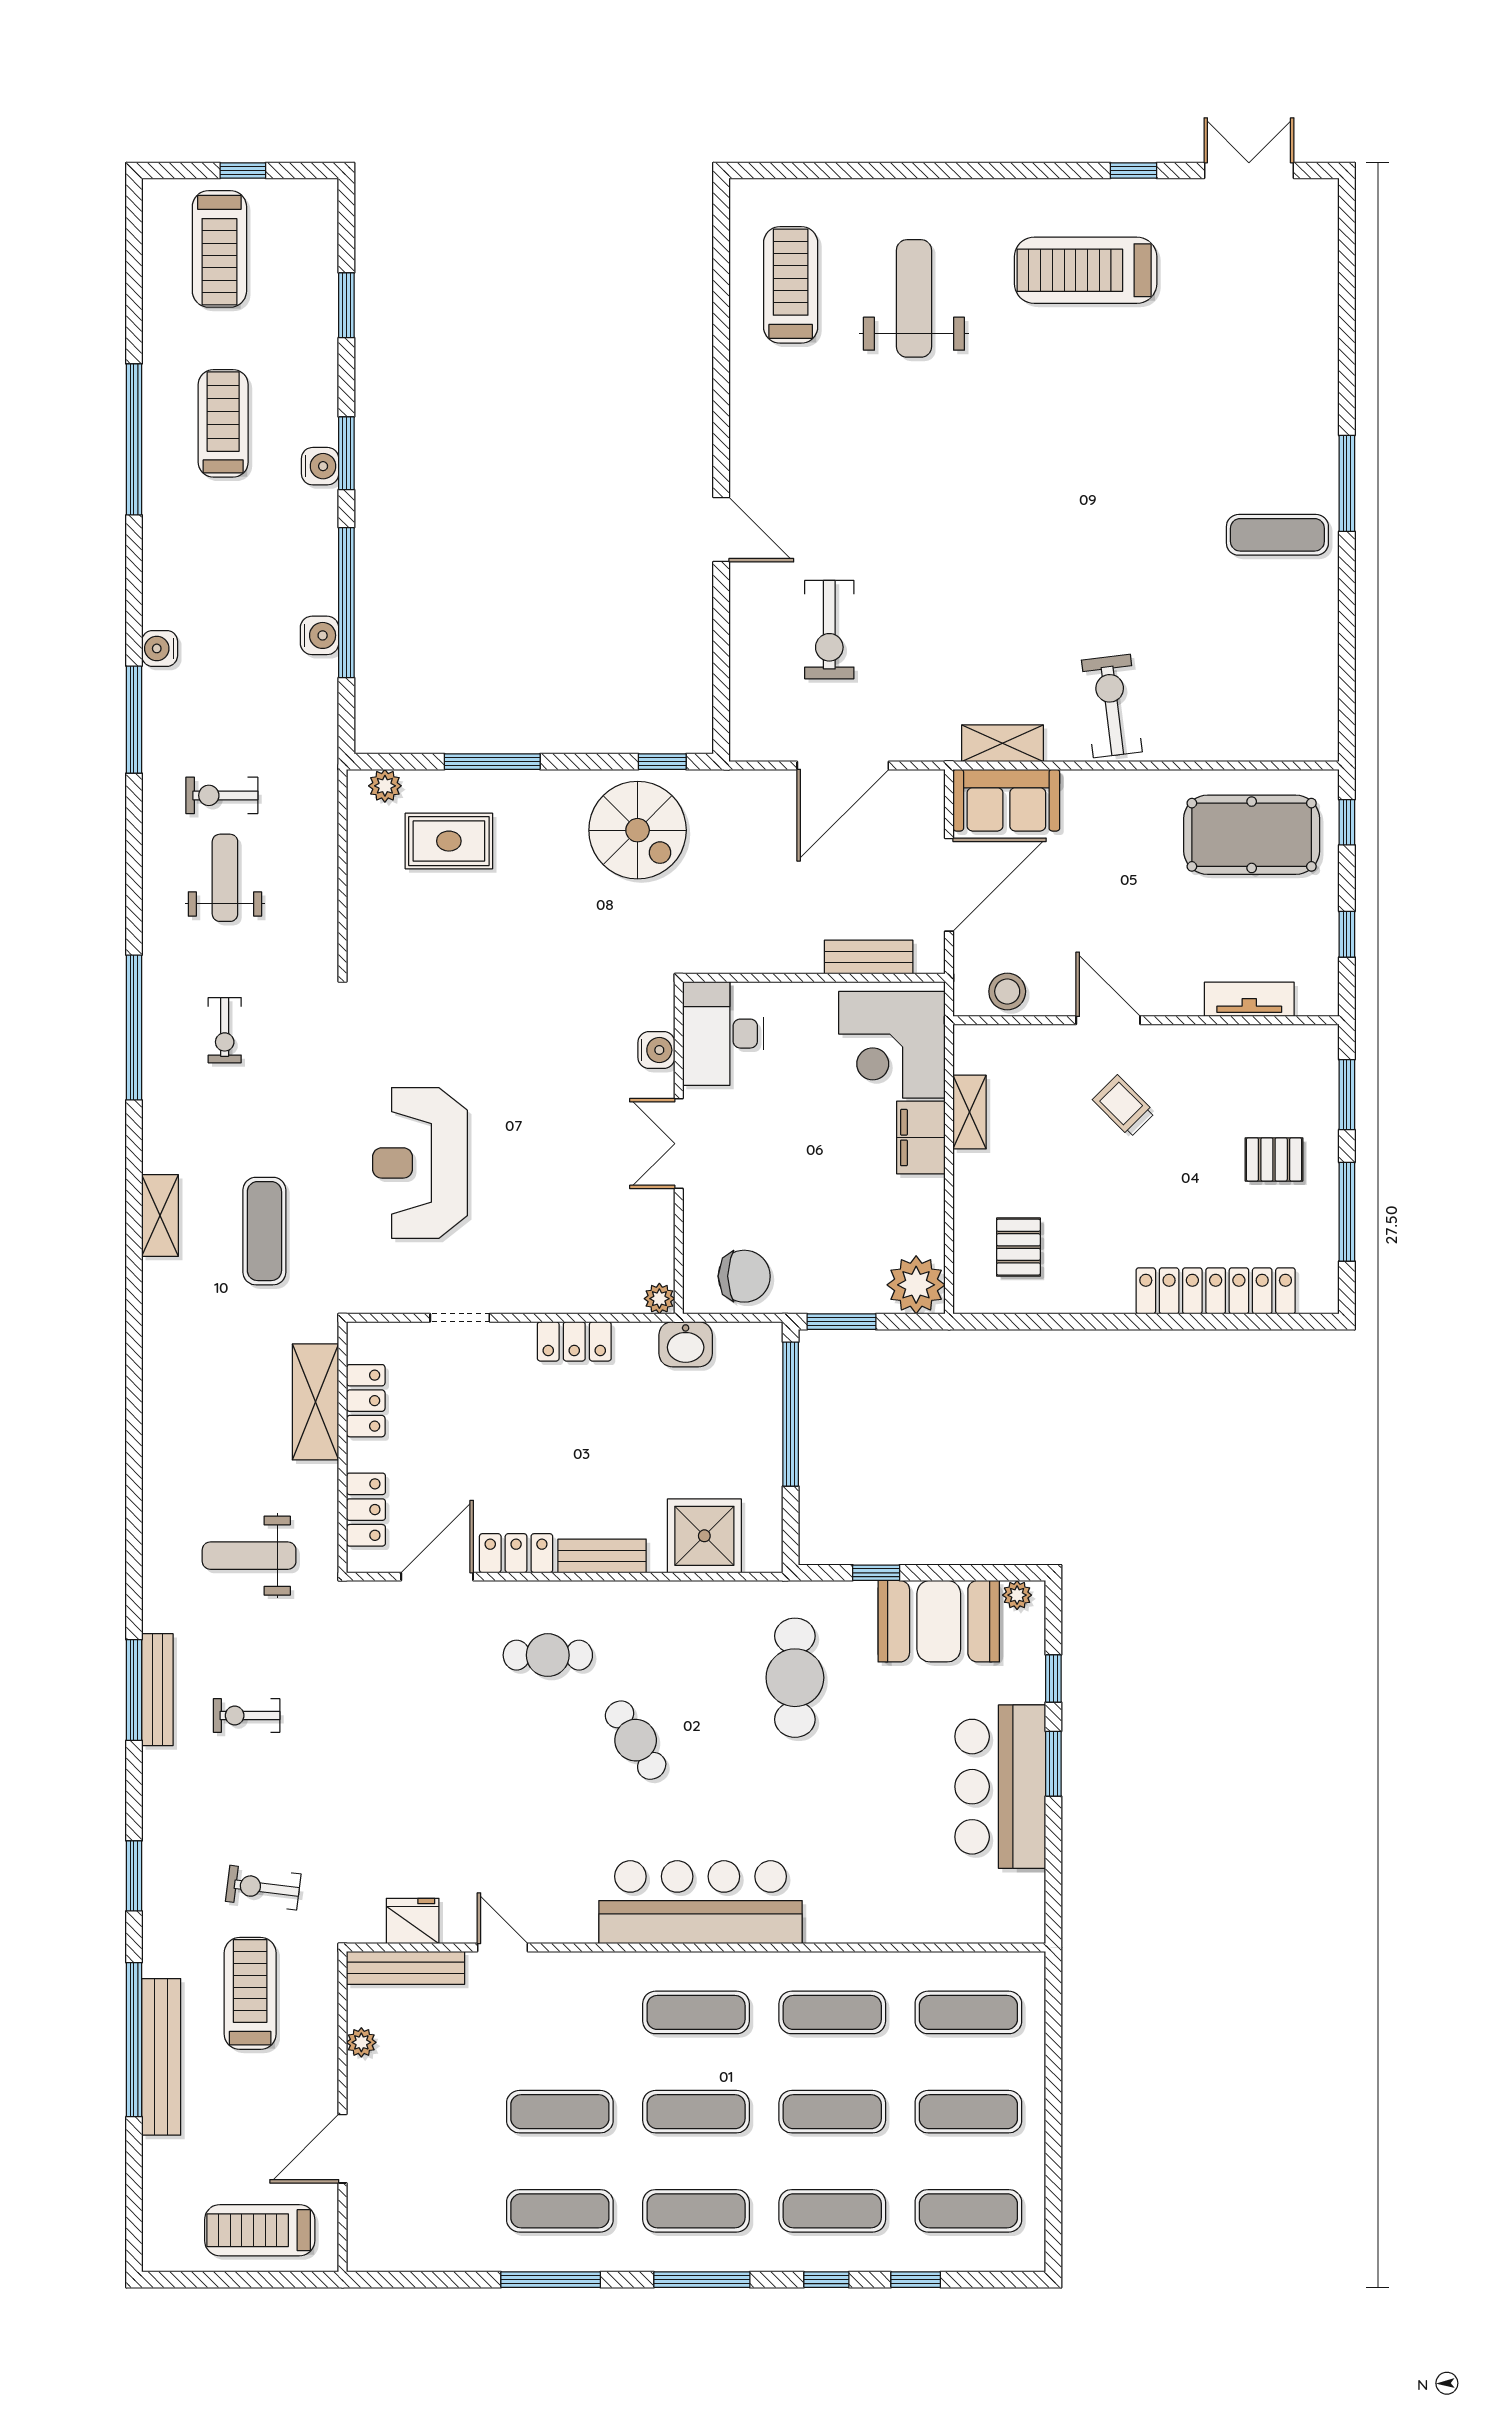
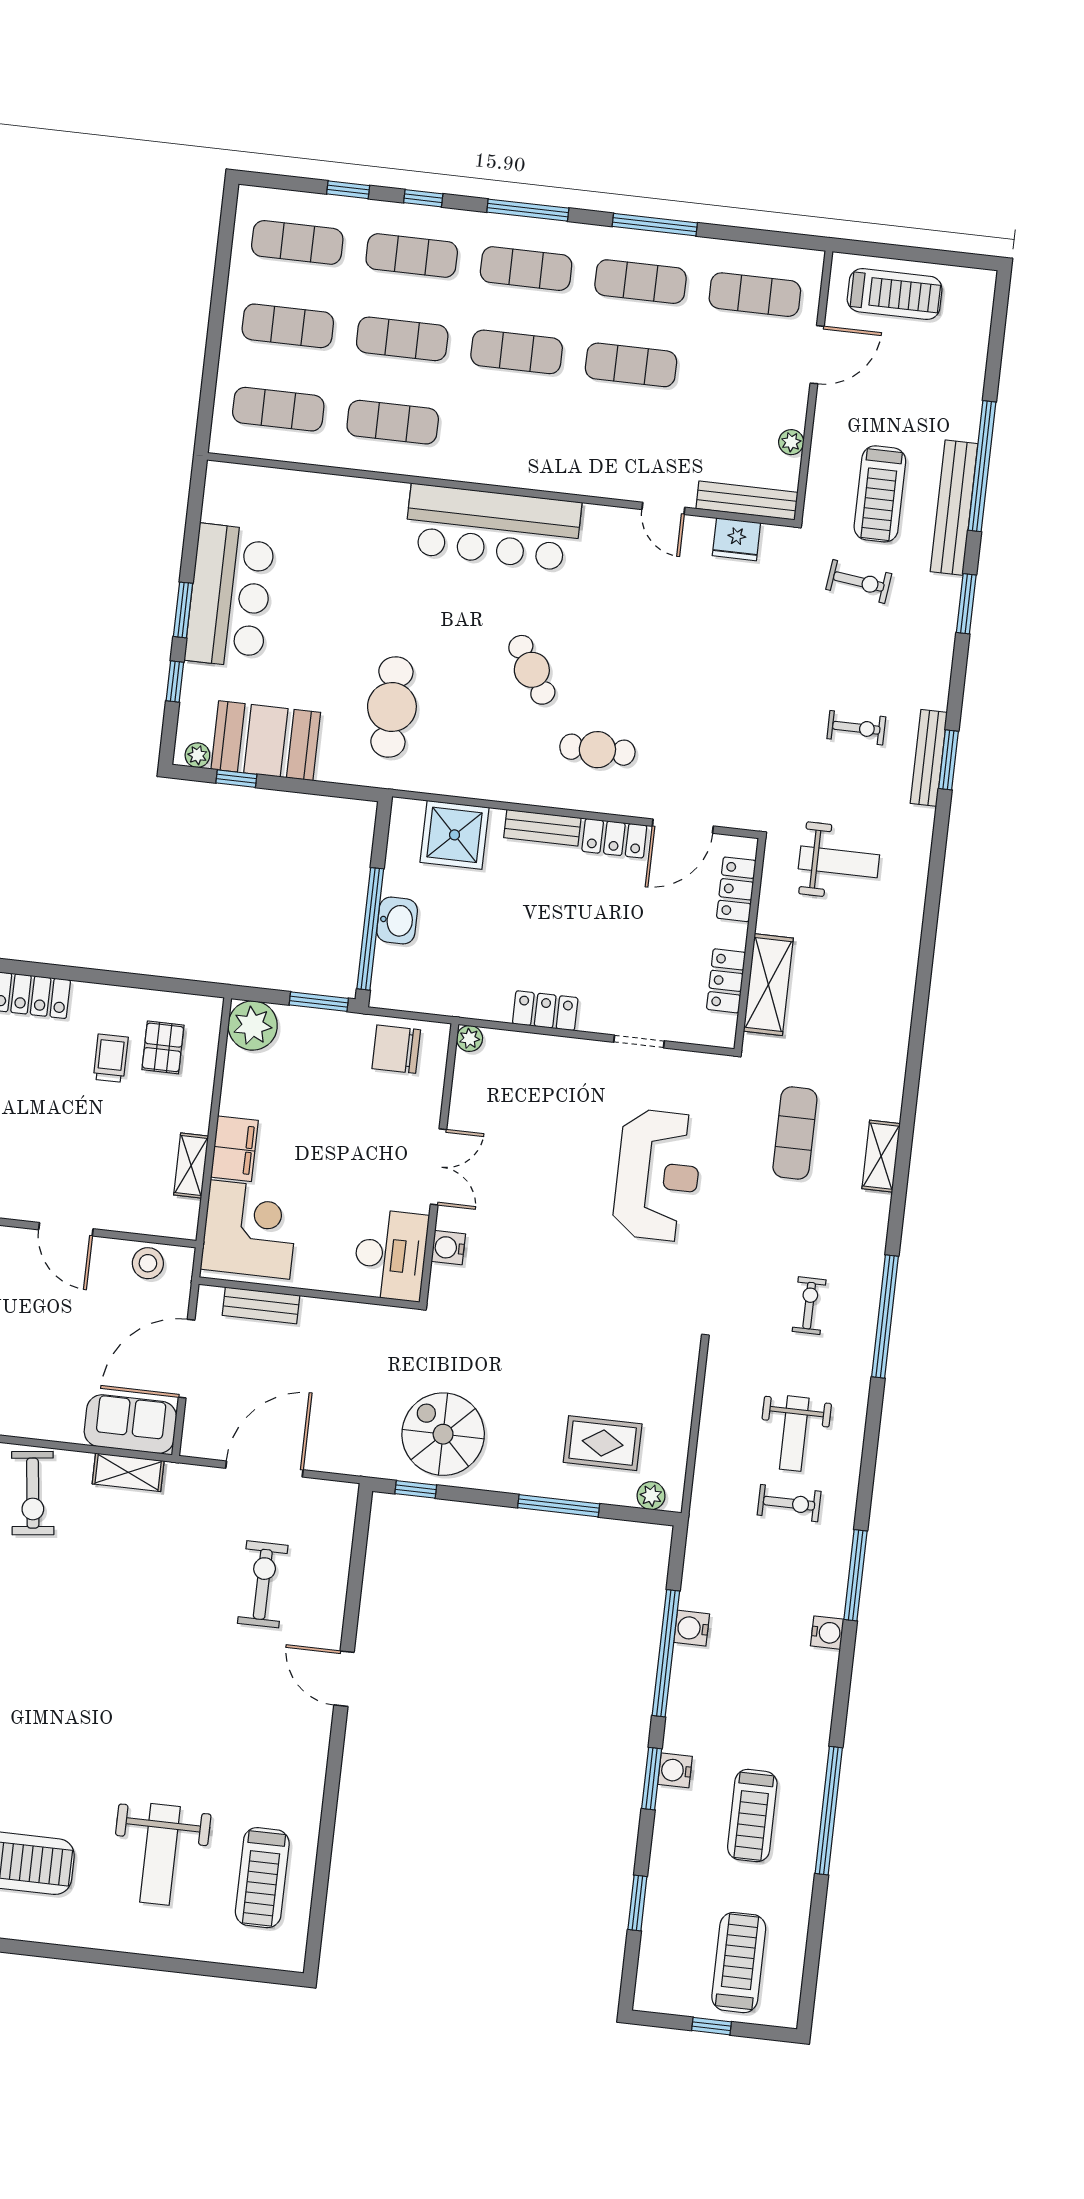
trolley: (1124, 1106) -> (111, 1058), moved, turned -135
washbasin: (686, 1344) -> (397, 920), moved, turned 90
window: (876, 1573) -> (236, 779), moved
window: (134, 1690) -> (948, 760), width x0.69
exercise mat: (696, 2012) -> (755, 295), moved
bench: (161, 2057) -> (954, 508), moved

